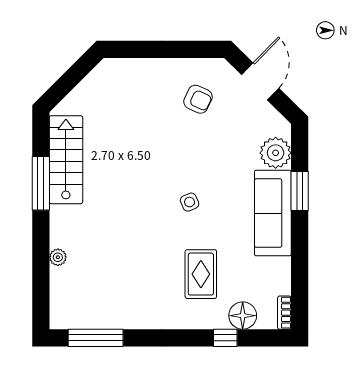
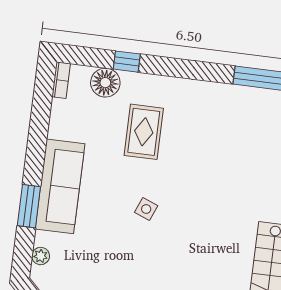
plant: (276, 153) -> (41, 256), width x0.53, depth x0.53
side table: (190, 202) -> (146, 209), turned 45

